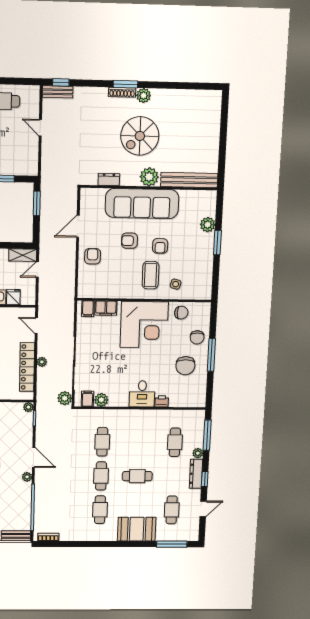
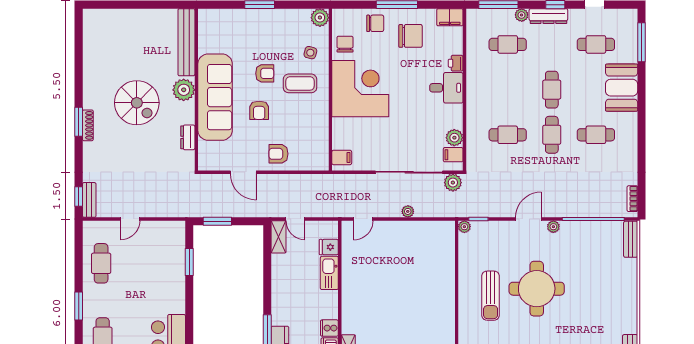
plant: (144, 96) -> (91, 100), removed
plant: (208, 225) -> (320, 18), moved
filing cabinet: (106, 308) -> (450, 17), moved, turned 90
locker: (27, 367) -> (414, 229), removed
cafe table: (101, 476) -> (552, 135), turned 90

